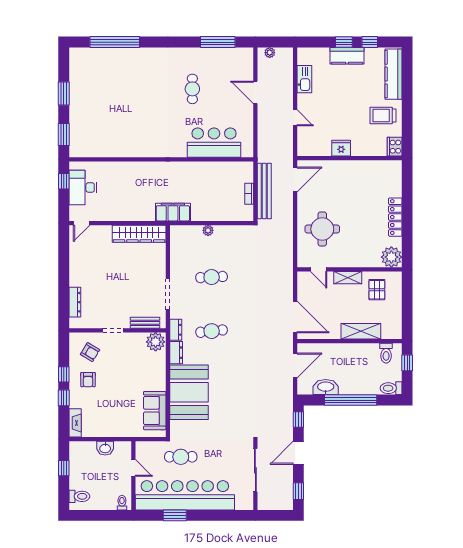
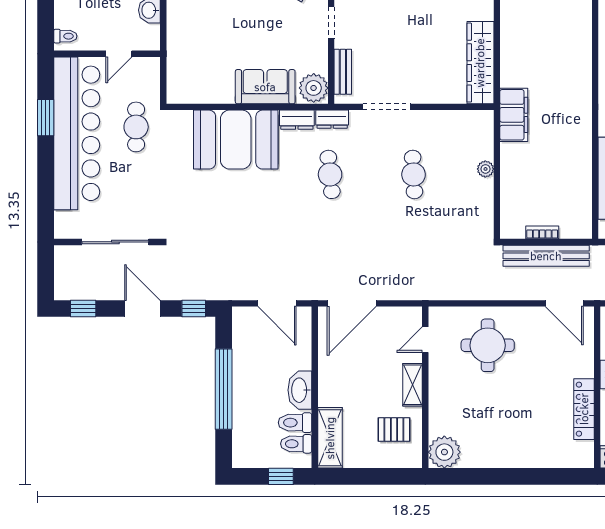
locker: (395, 217) -> (584, 409), moved, turned -90
shelving: (361, 331) -> (330, 438), moved
washbasin: (326, 387) -> (300, 390), moved, turned 180
toilet: (391, 388) -> (295, 423), moved, turned -90
sofa: (155, 411) -> (265, 87), moved

